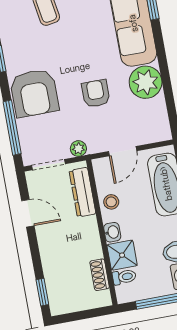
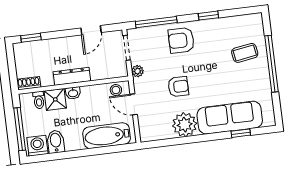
armchair: (34, 93) -> (181, 40), width x0.73, depth x0.73
dresser: (82, 192) -> (72, 76), moved
stool: (111, 202) -> (116, 90), moved
shoe rack: (100, 275) -> (29, 83), moved

